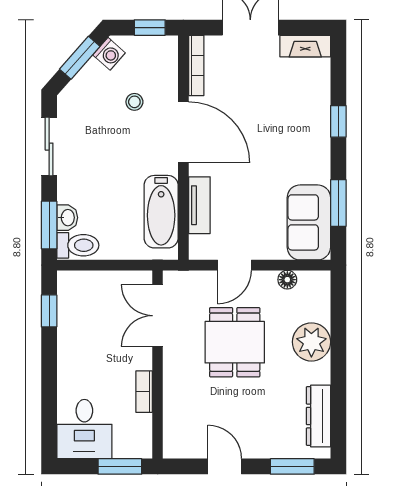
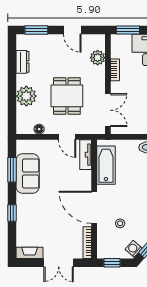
tv unit: (199, 205) -> (86, 155), moved
sofa: (309, 222) -> (28, 173), moved
door: (234, 265) -> (67, 137), swing flipped
plant: (177, 415) -> (98, 58), added
dresser: (318, 416) -> (23, 62), width x0.70

